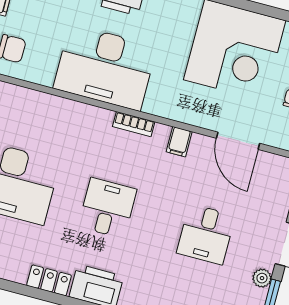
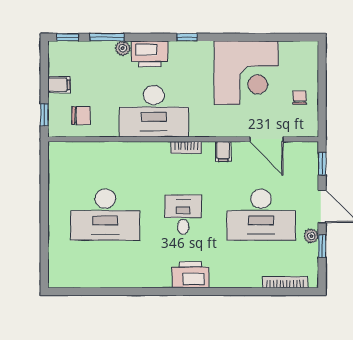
desk: (206, 234) -> (261, 215), width x1.87, depth x1.30
locker: (49, 280) -> (154, 280), removed

